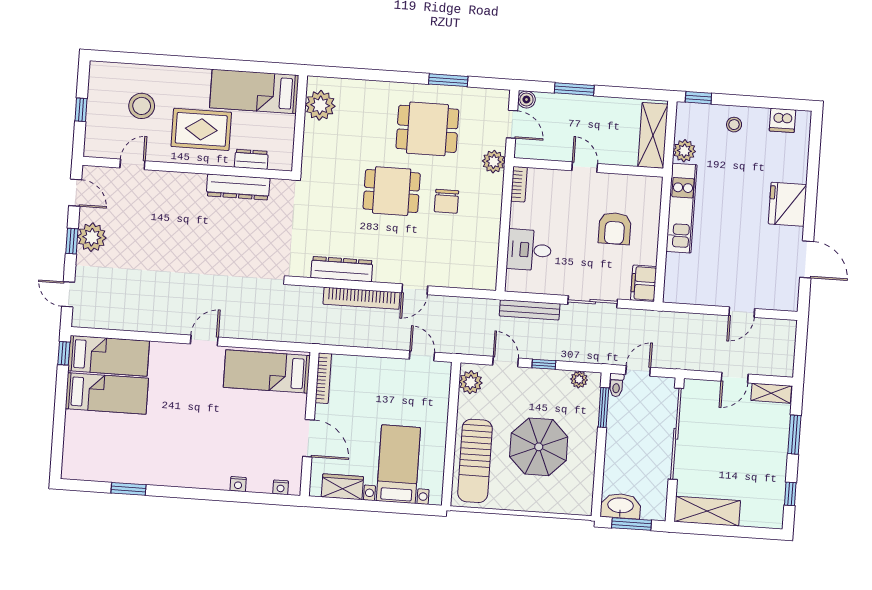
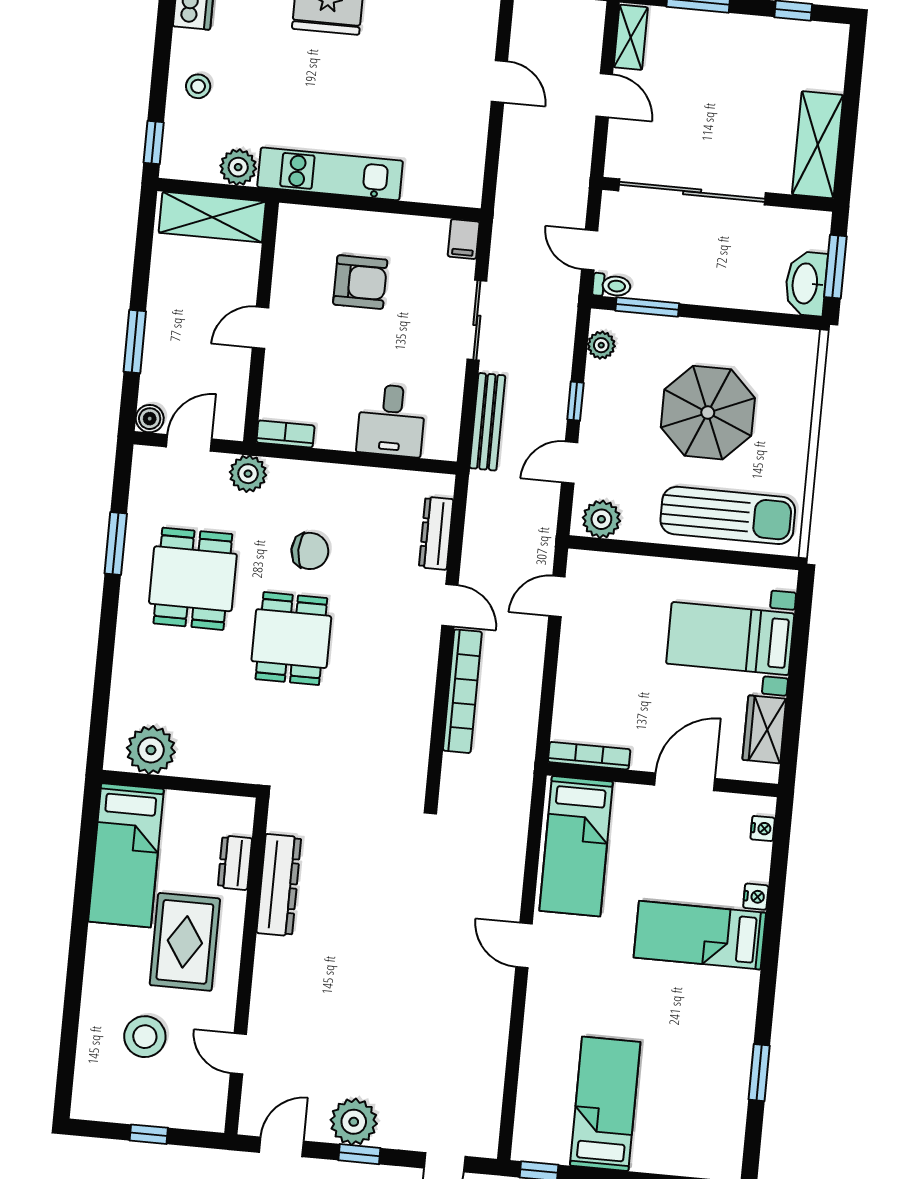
dresser: (342, 269) -> (436, 533), moved, width x0.73, depth x0.80
filing cabinet: (644, 283) -> (464, 239), width x0.50
bed: (109, 356) -> (700, 935), moved, turned -90

